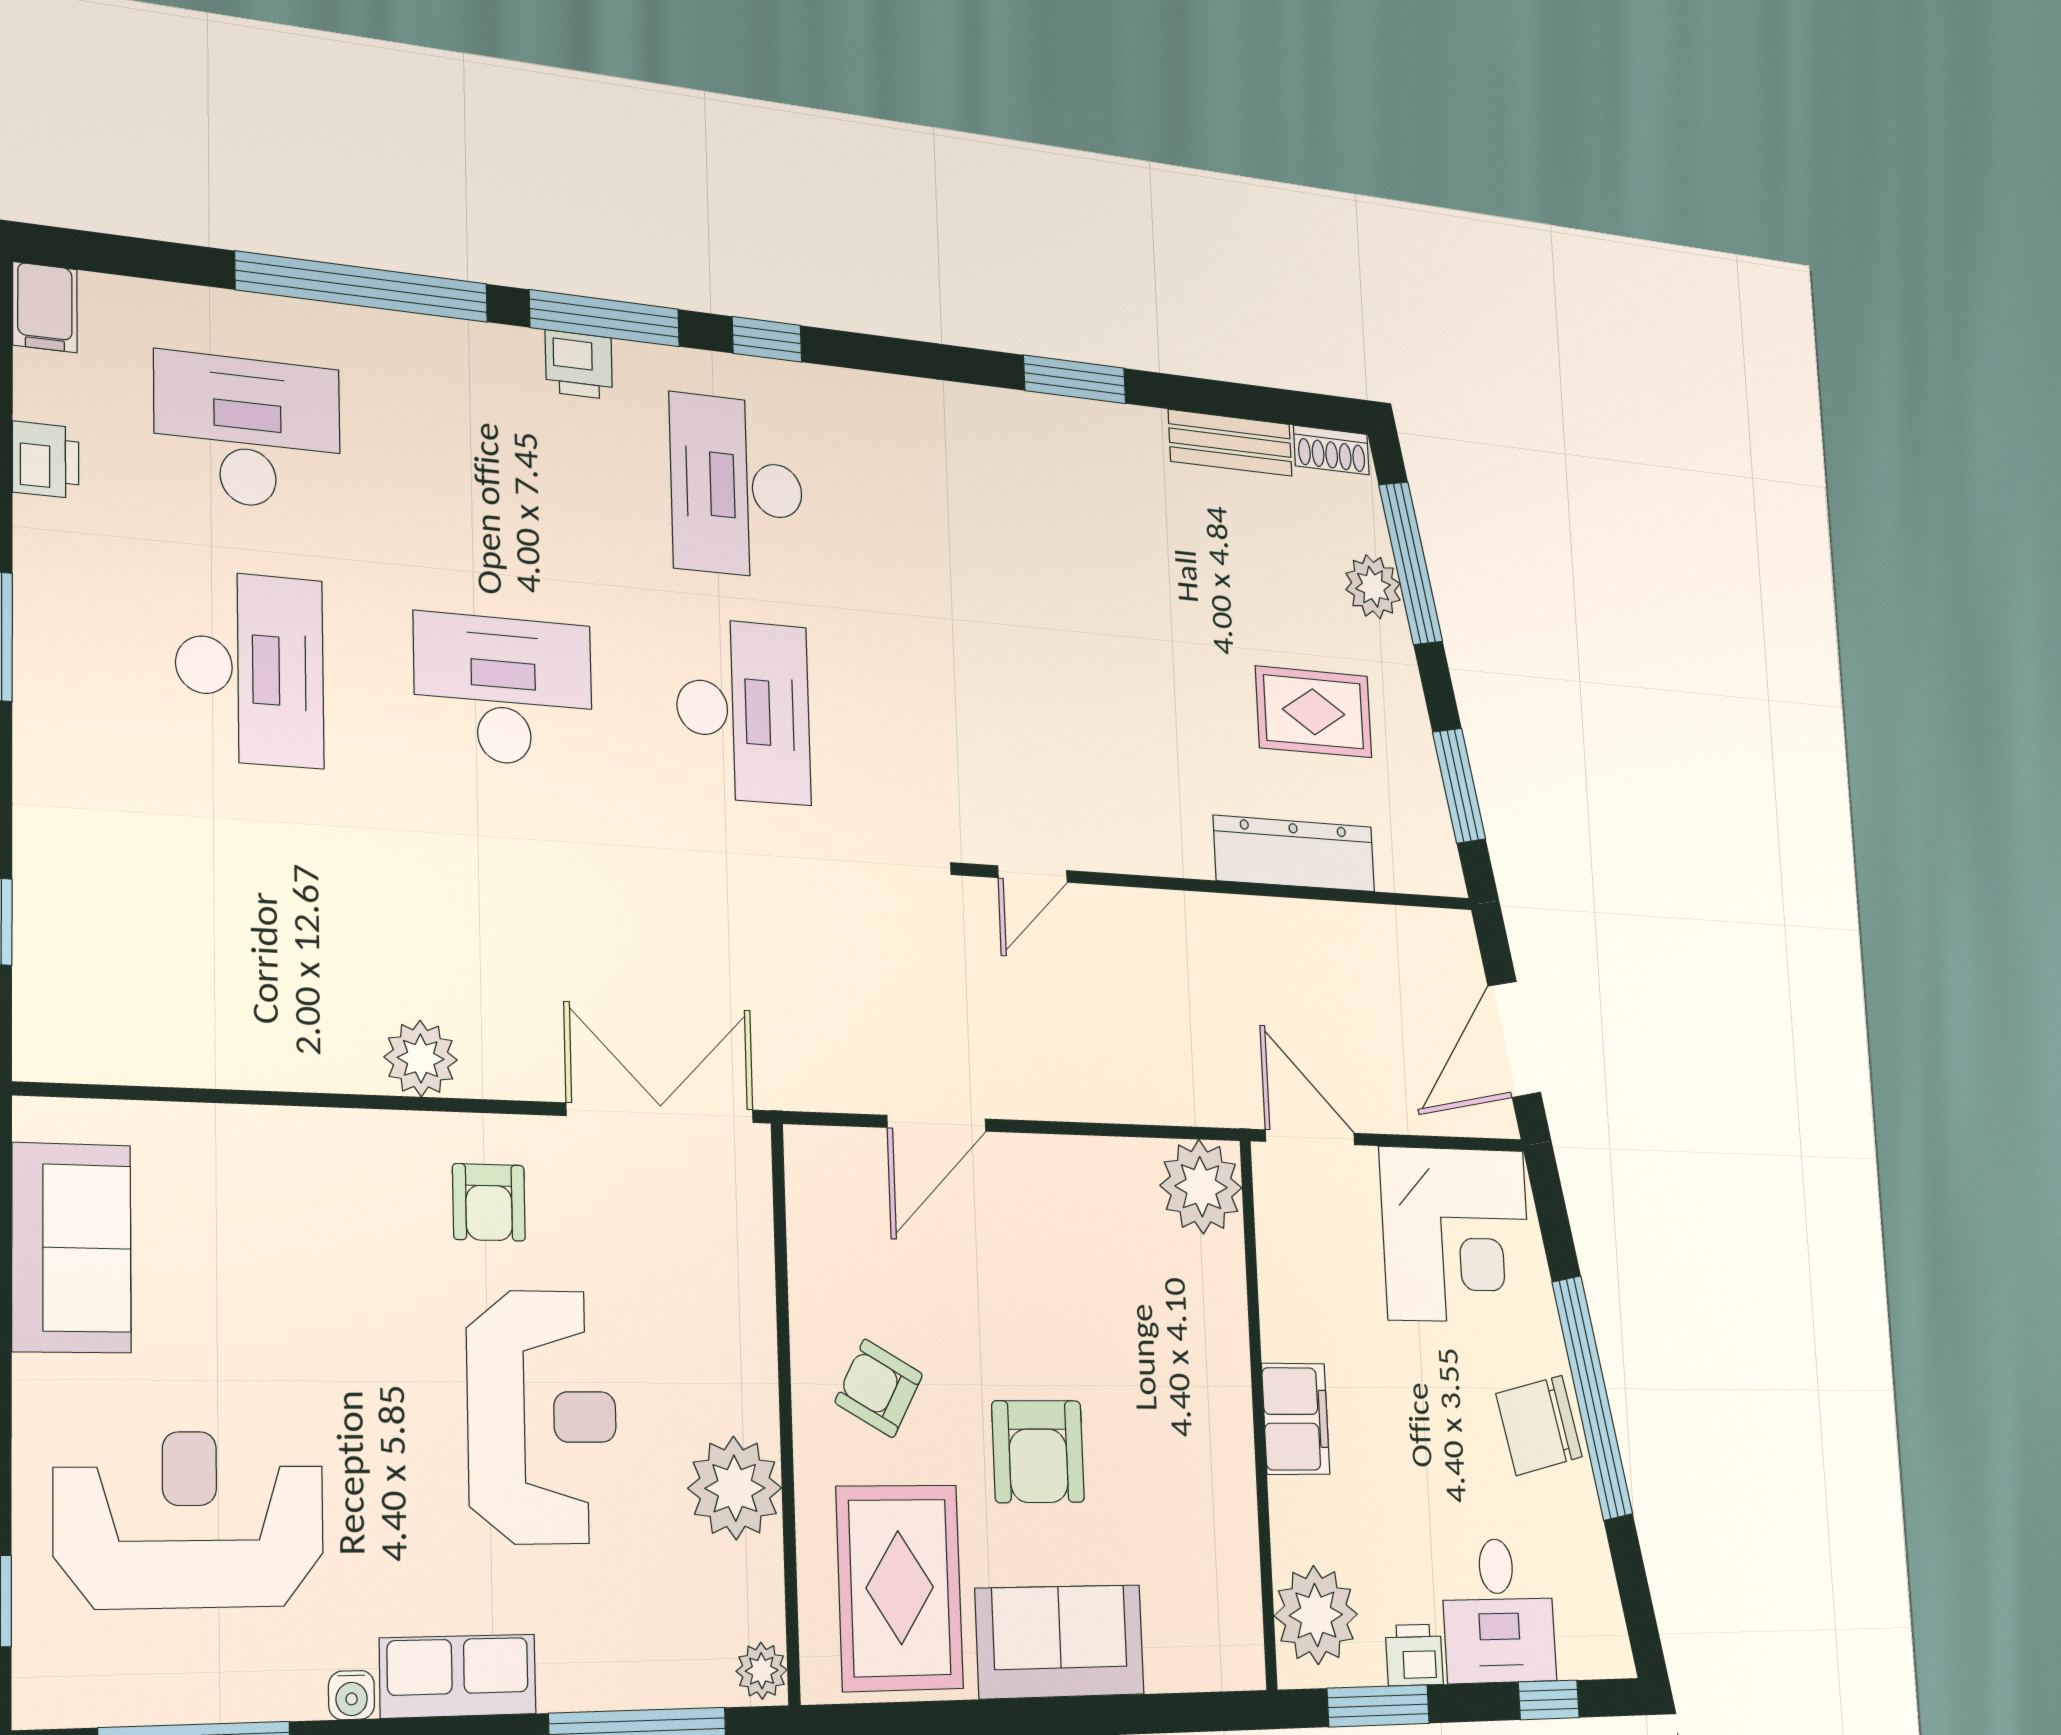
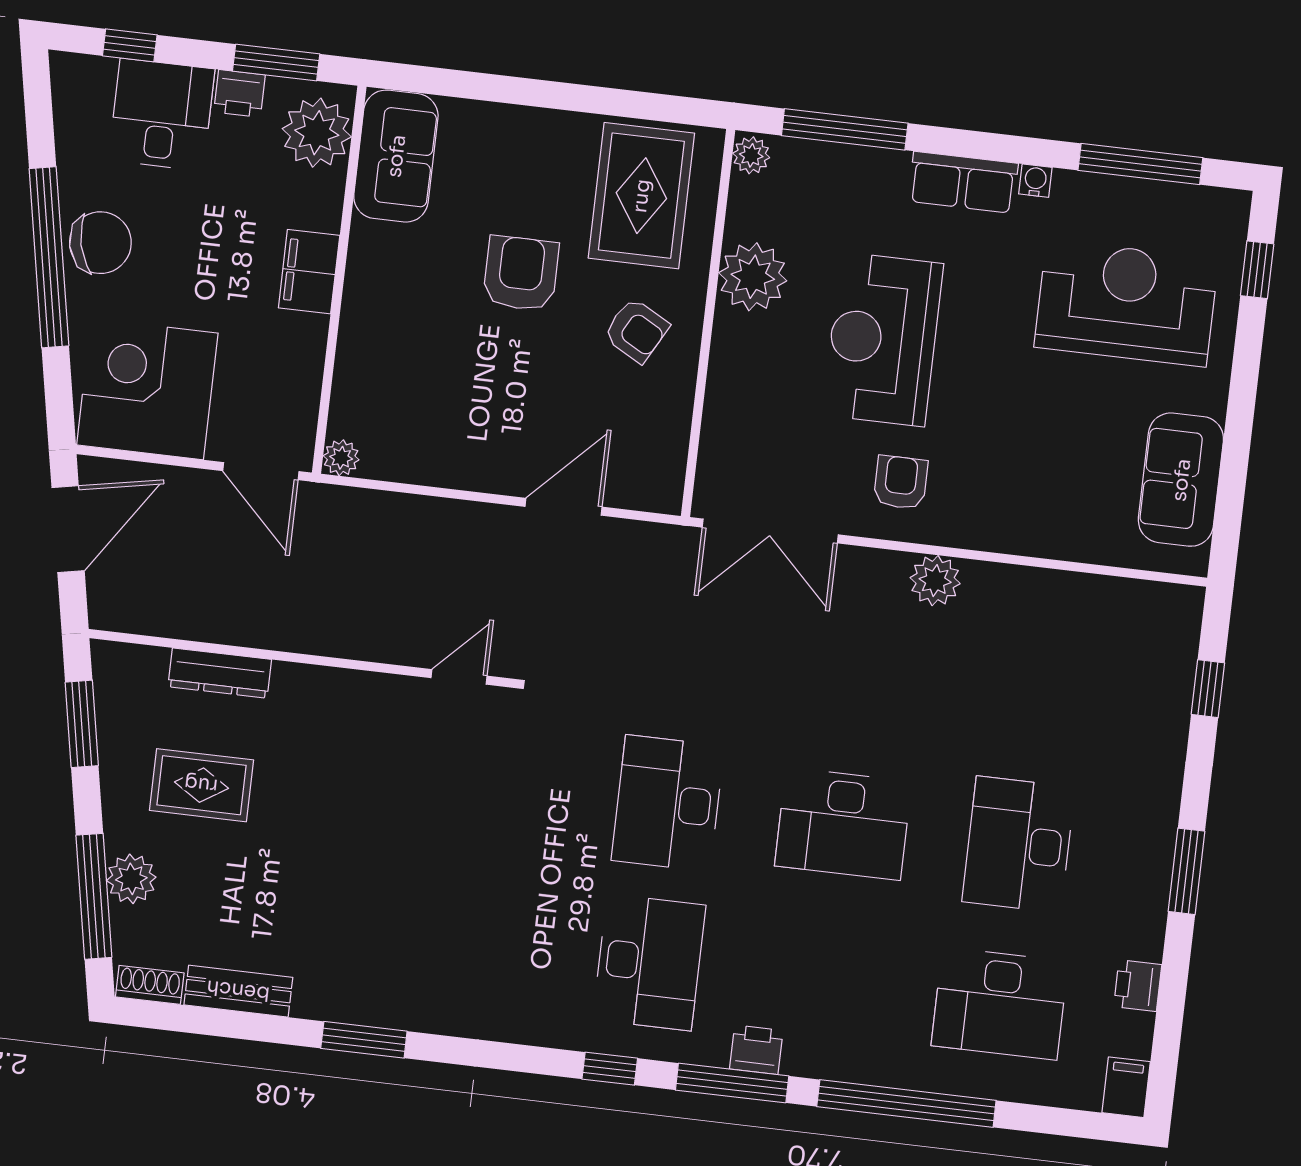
dresser: (1294, 854) -> (220, 673), width x0.73, depth x0.80
plant: (1201, 1187) -> (341, 458), width x0.53, depth x0.53
reception desk: (190, 1520) -> (1126, 303), turned 180
sofa: (1060, 1642) -> (396, 156), moved, turned -90

